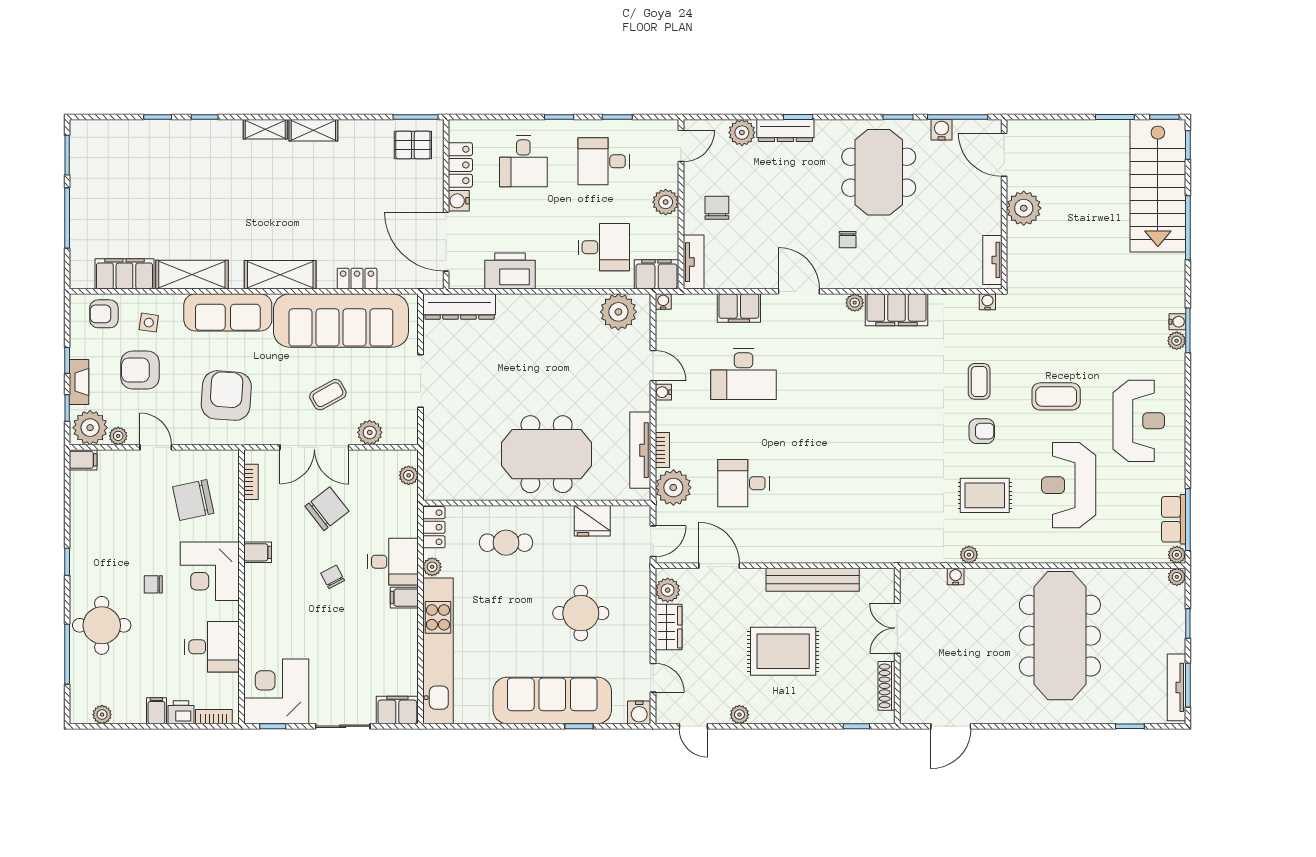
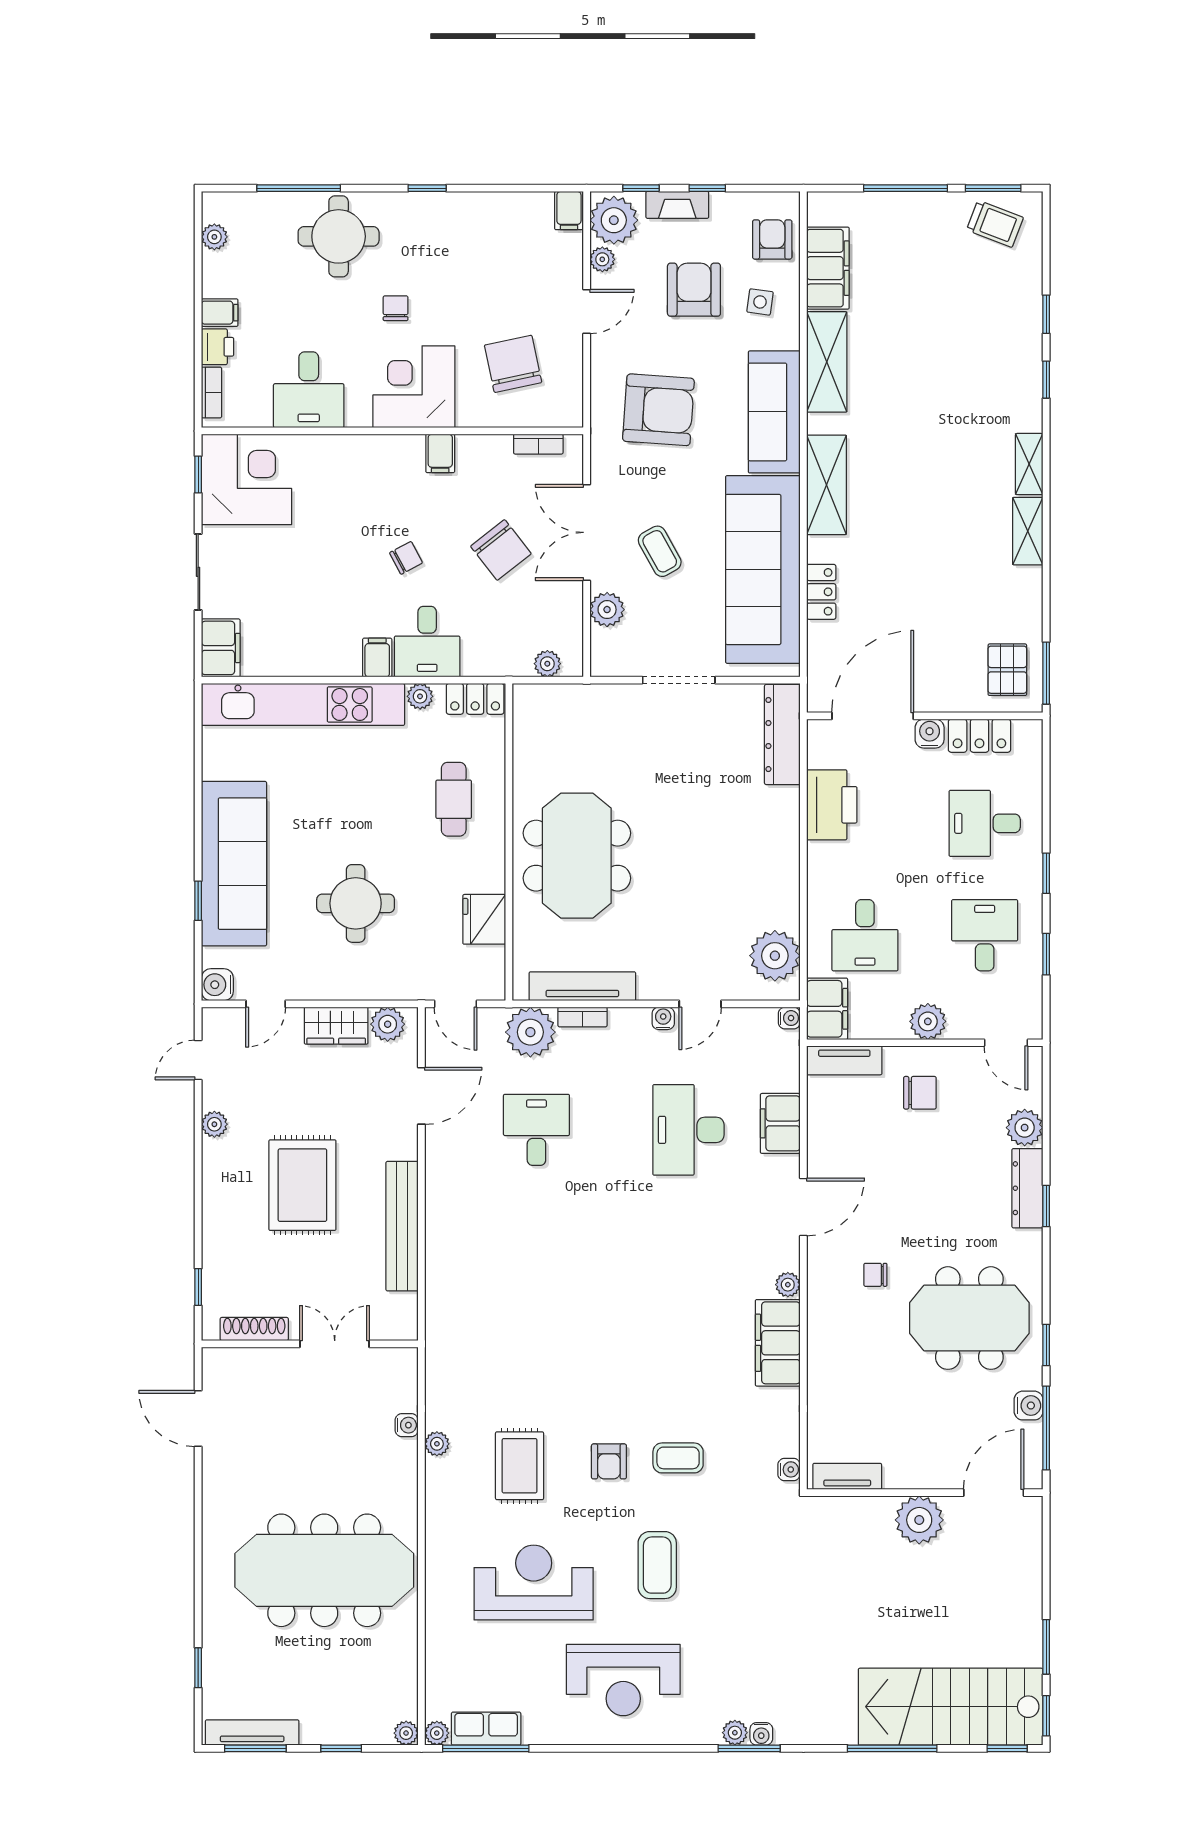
trolley: (93, 154) -> (995, 224), added

